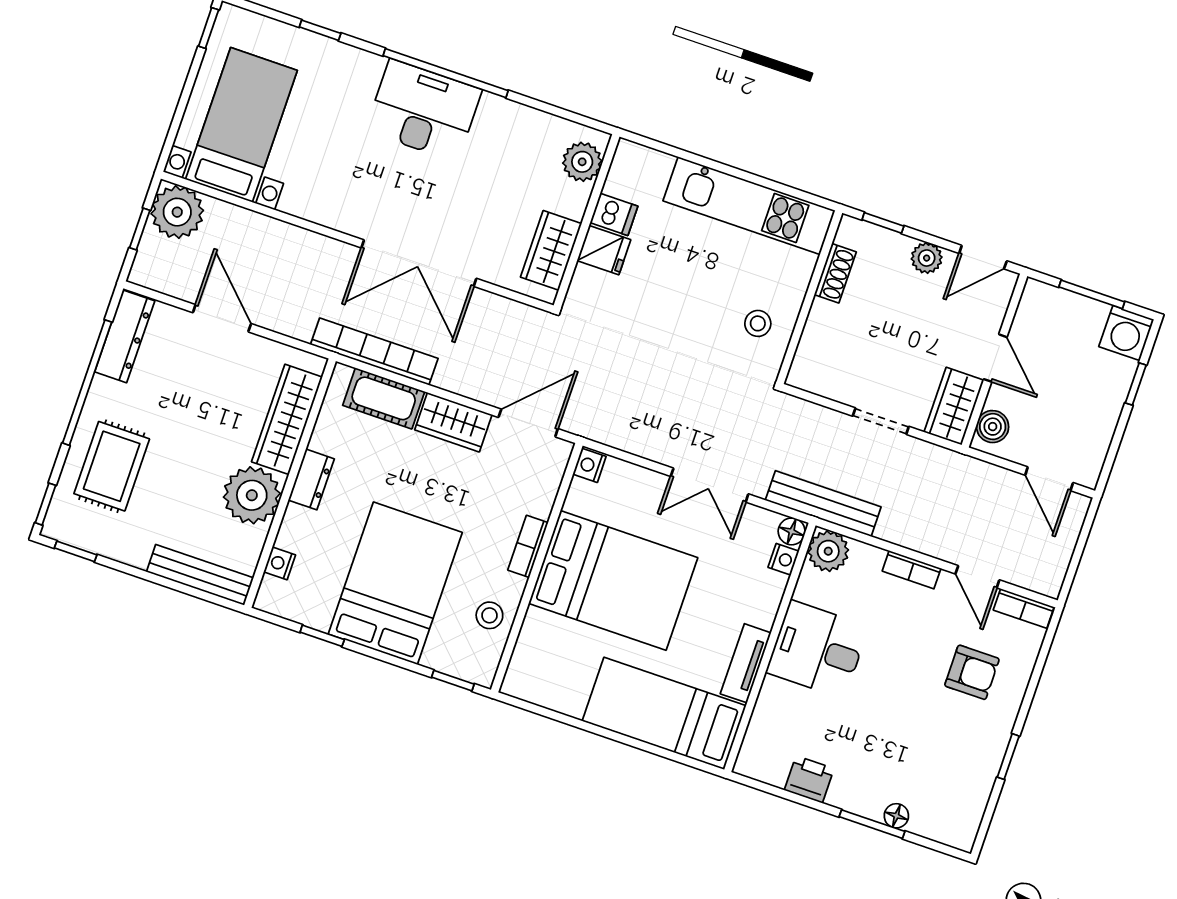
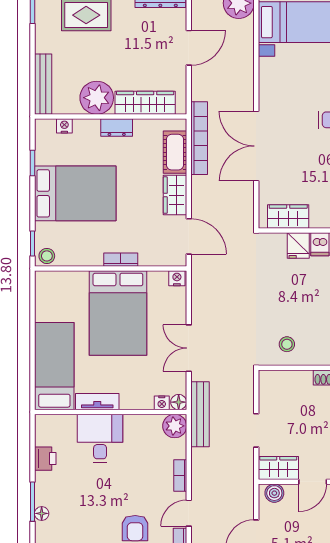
stool: (489, 615) -> (47, 256), moved
desk: (817, 649) -> (100, 439), moved

